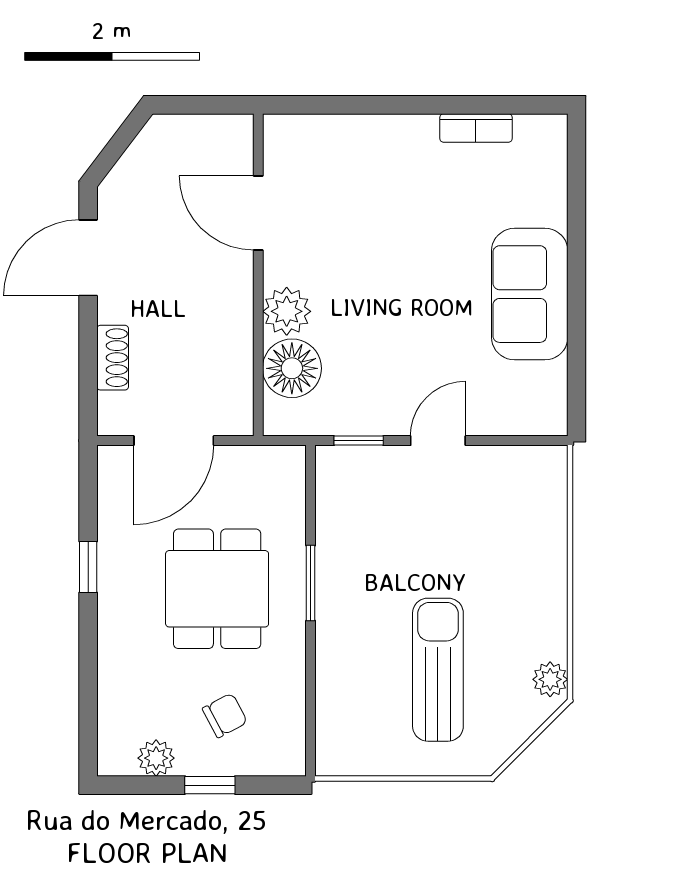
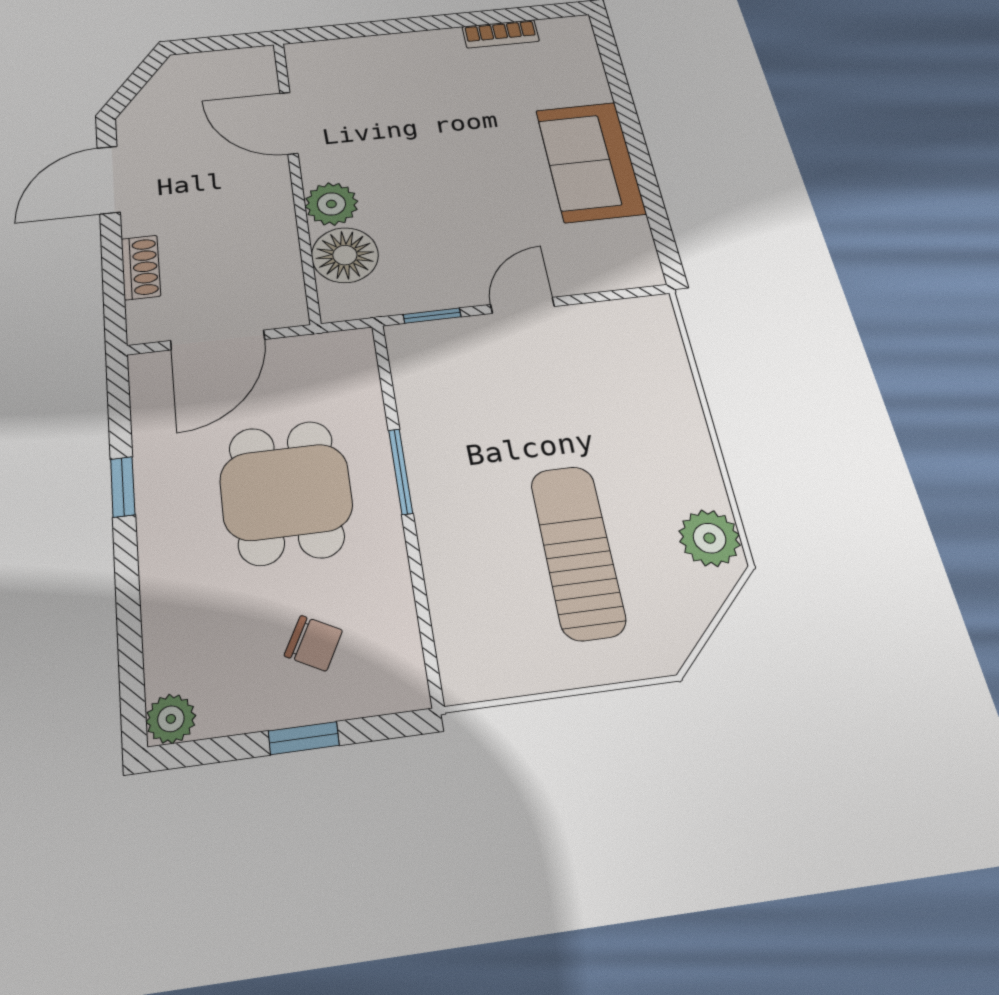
plant: (550, 679) -> (710, 538), width x1.38, depth x1.38
chair: (225, 715) -> (313, 643), turned 56
plant: (156, 758) -> (171, 719), moved

